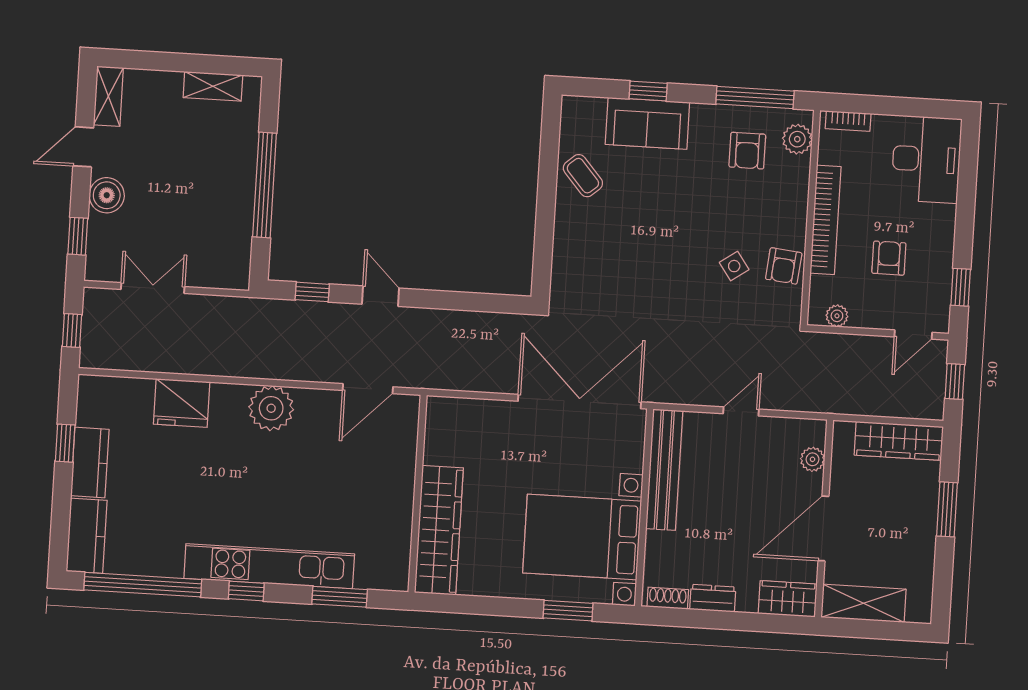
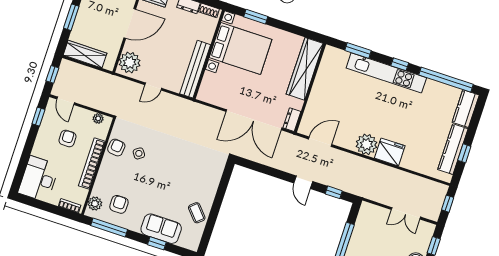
armchair: (889, 258) -> (67, 138), turned 180
door: (913, 335) -> (66, 101), swing flipped
double door: (580, 402) -> (254, 120), moved
fridge: (182, 403) -> (390, 152), moved
dresser: (438, 419) -> (292, 120), added
plant: (813, 459) -> (130, 62), width x1.88, depth x1.88
kitchen counter: (90, 462) -> (453, 149), width x1.50

